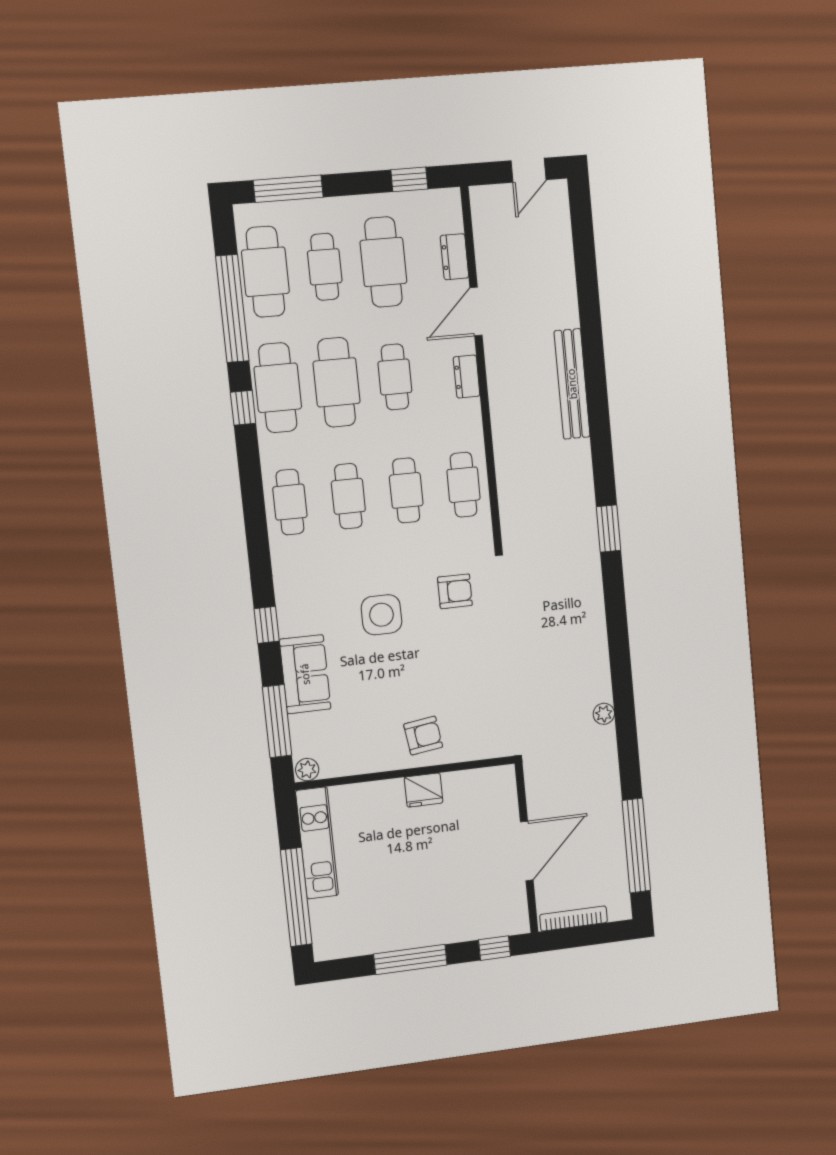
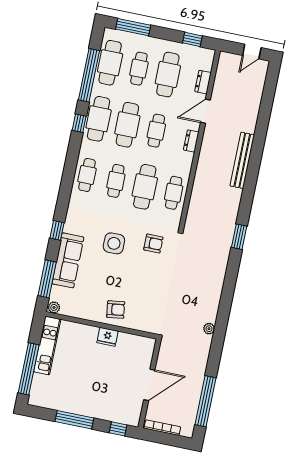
cafe table: (406, 490) -> (145, 187), width x1.37, depth x1.35
sofa: (305, 674) -> (68, 260), width x1.36

